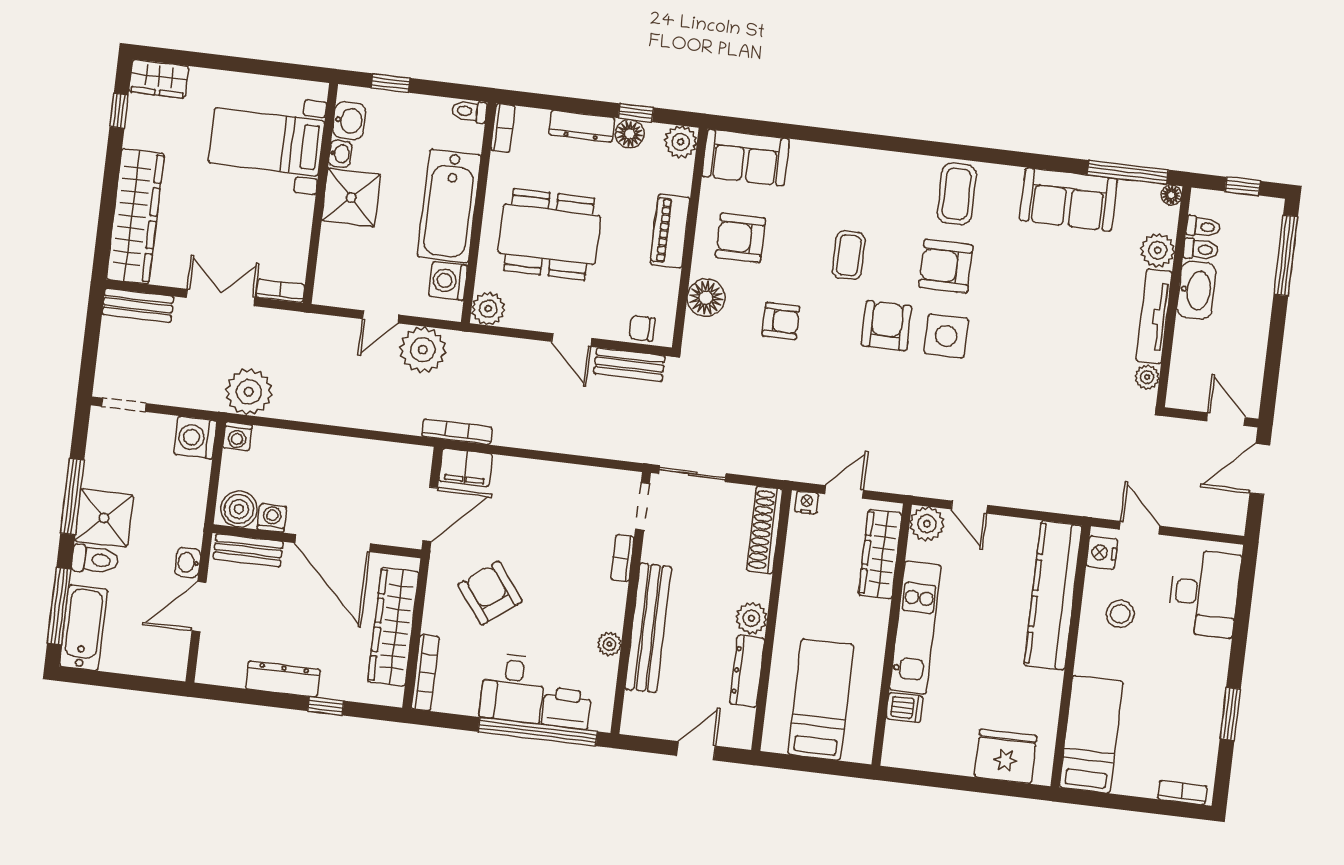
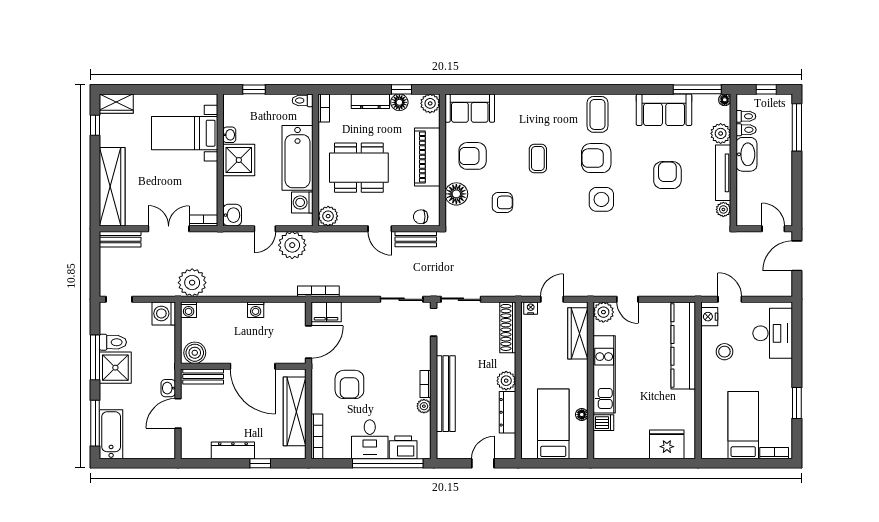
washbasin: (349, 121) -> (232, 215), moved
piano: (670, 231) -> (427, 157), width x1.37, depth x1.33
armchair: (887, 326) -> (667, 175), moved
sliding door: (594, 462) -> (402, 299), added
washing machine: (272, 518) -> (256, 310), moved, turned 180
bookcase: (622, 558) -> (426, 384), moved
toilet: (95, 560) -> (113, 342), moved
armchair: (490, 593) -> (349, 384), turned -143
floor lamp: (870, 690) -> (582, 415), added
bed: (1091, 734) -> (743, 425), moved

